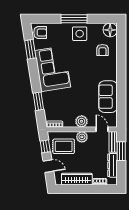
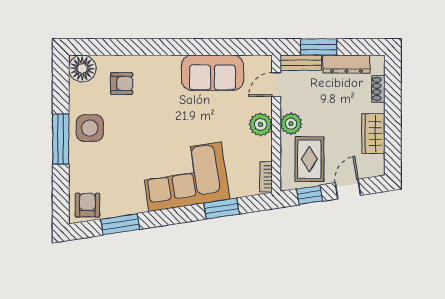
corner sofa: (53, 69) -> (185, 177), moved
wardrobe: (77, 179) -> (373, 134), width x0.67

